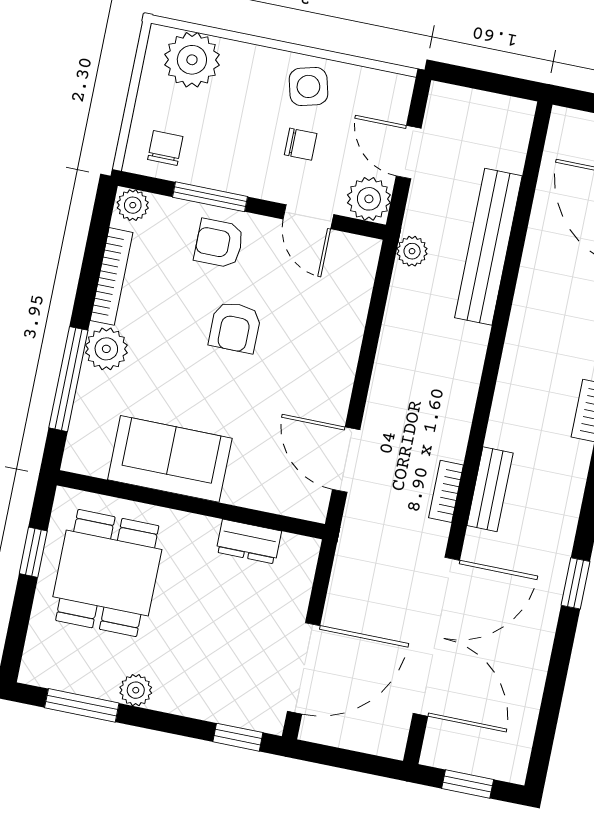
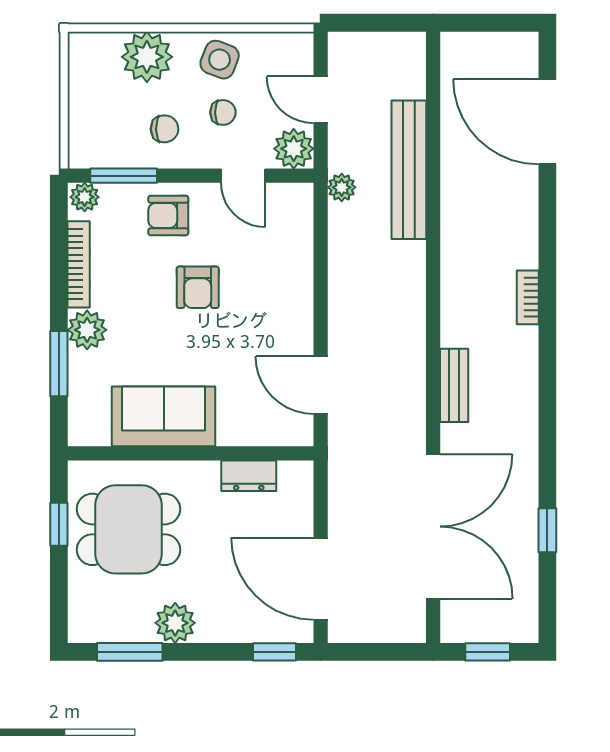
plant: (192, 60) -> (147, 57), moved
side table: (308, 86) -> (220, 60), turned 36
chair: (165, 148) -> (165, 129), moved, turned 89
window: (210, 197) -> (124, 176), moved
window: (68, 379) -> (59, 364), width x0.69
bookcase: (446, 491) -> (415, 395), removed
dining table: (107, 573) -> (129, 529), turned 90
window: (575, 583) -> (547, 530), moved
door: (304, 668) -> (321, 579), swing flipped
plant: (136, 690) -> (175, 623), width x1.38, depth x1.38

